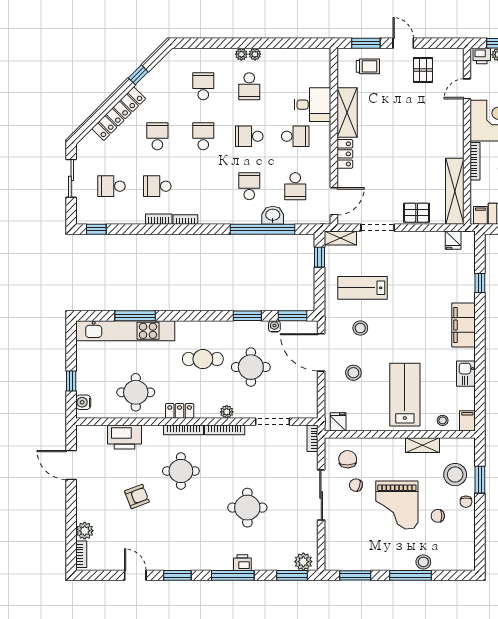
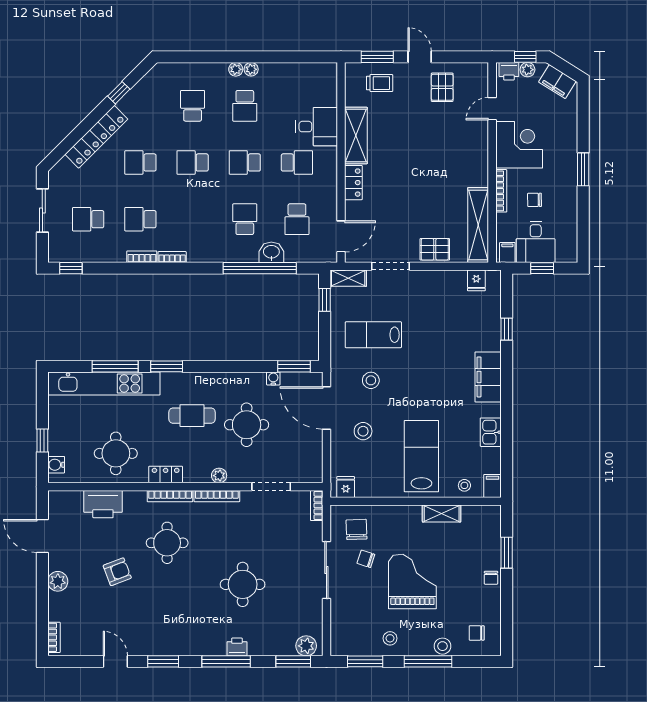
school desk: (157, 136) -> (140, 162), turned -90
school desk: (203, 136) -> (193, 162), turned -90
window: (247, 316) -> (167, 366), moved
stool: (455, 475) -> (390, 638), moved, width x0.53, depth x0.53
grand piano: (397, 505) -> (412, 581), turned 180
chair: (438, 516) -> (477, 633), moved
plant: (85, 531) -> (58, 581), moved

